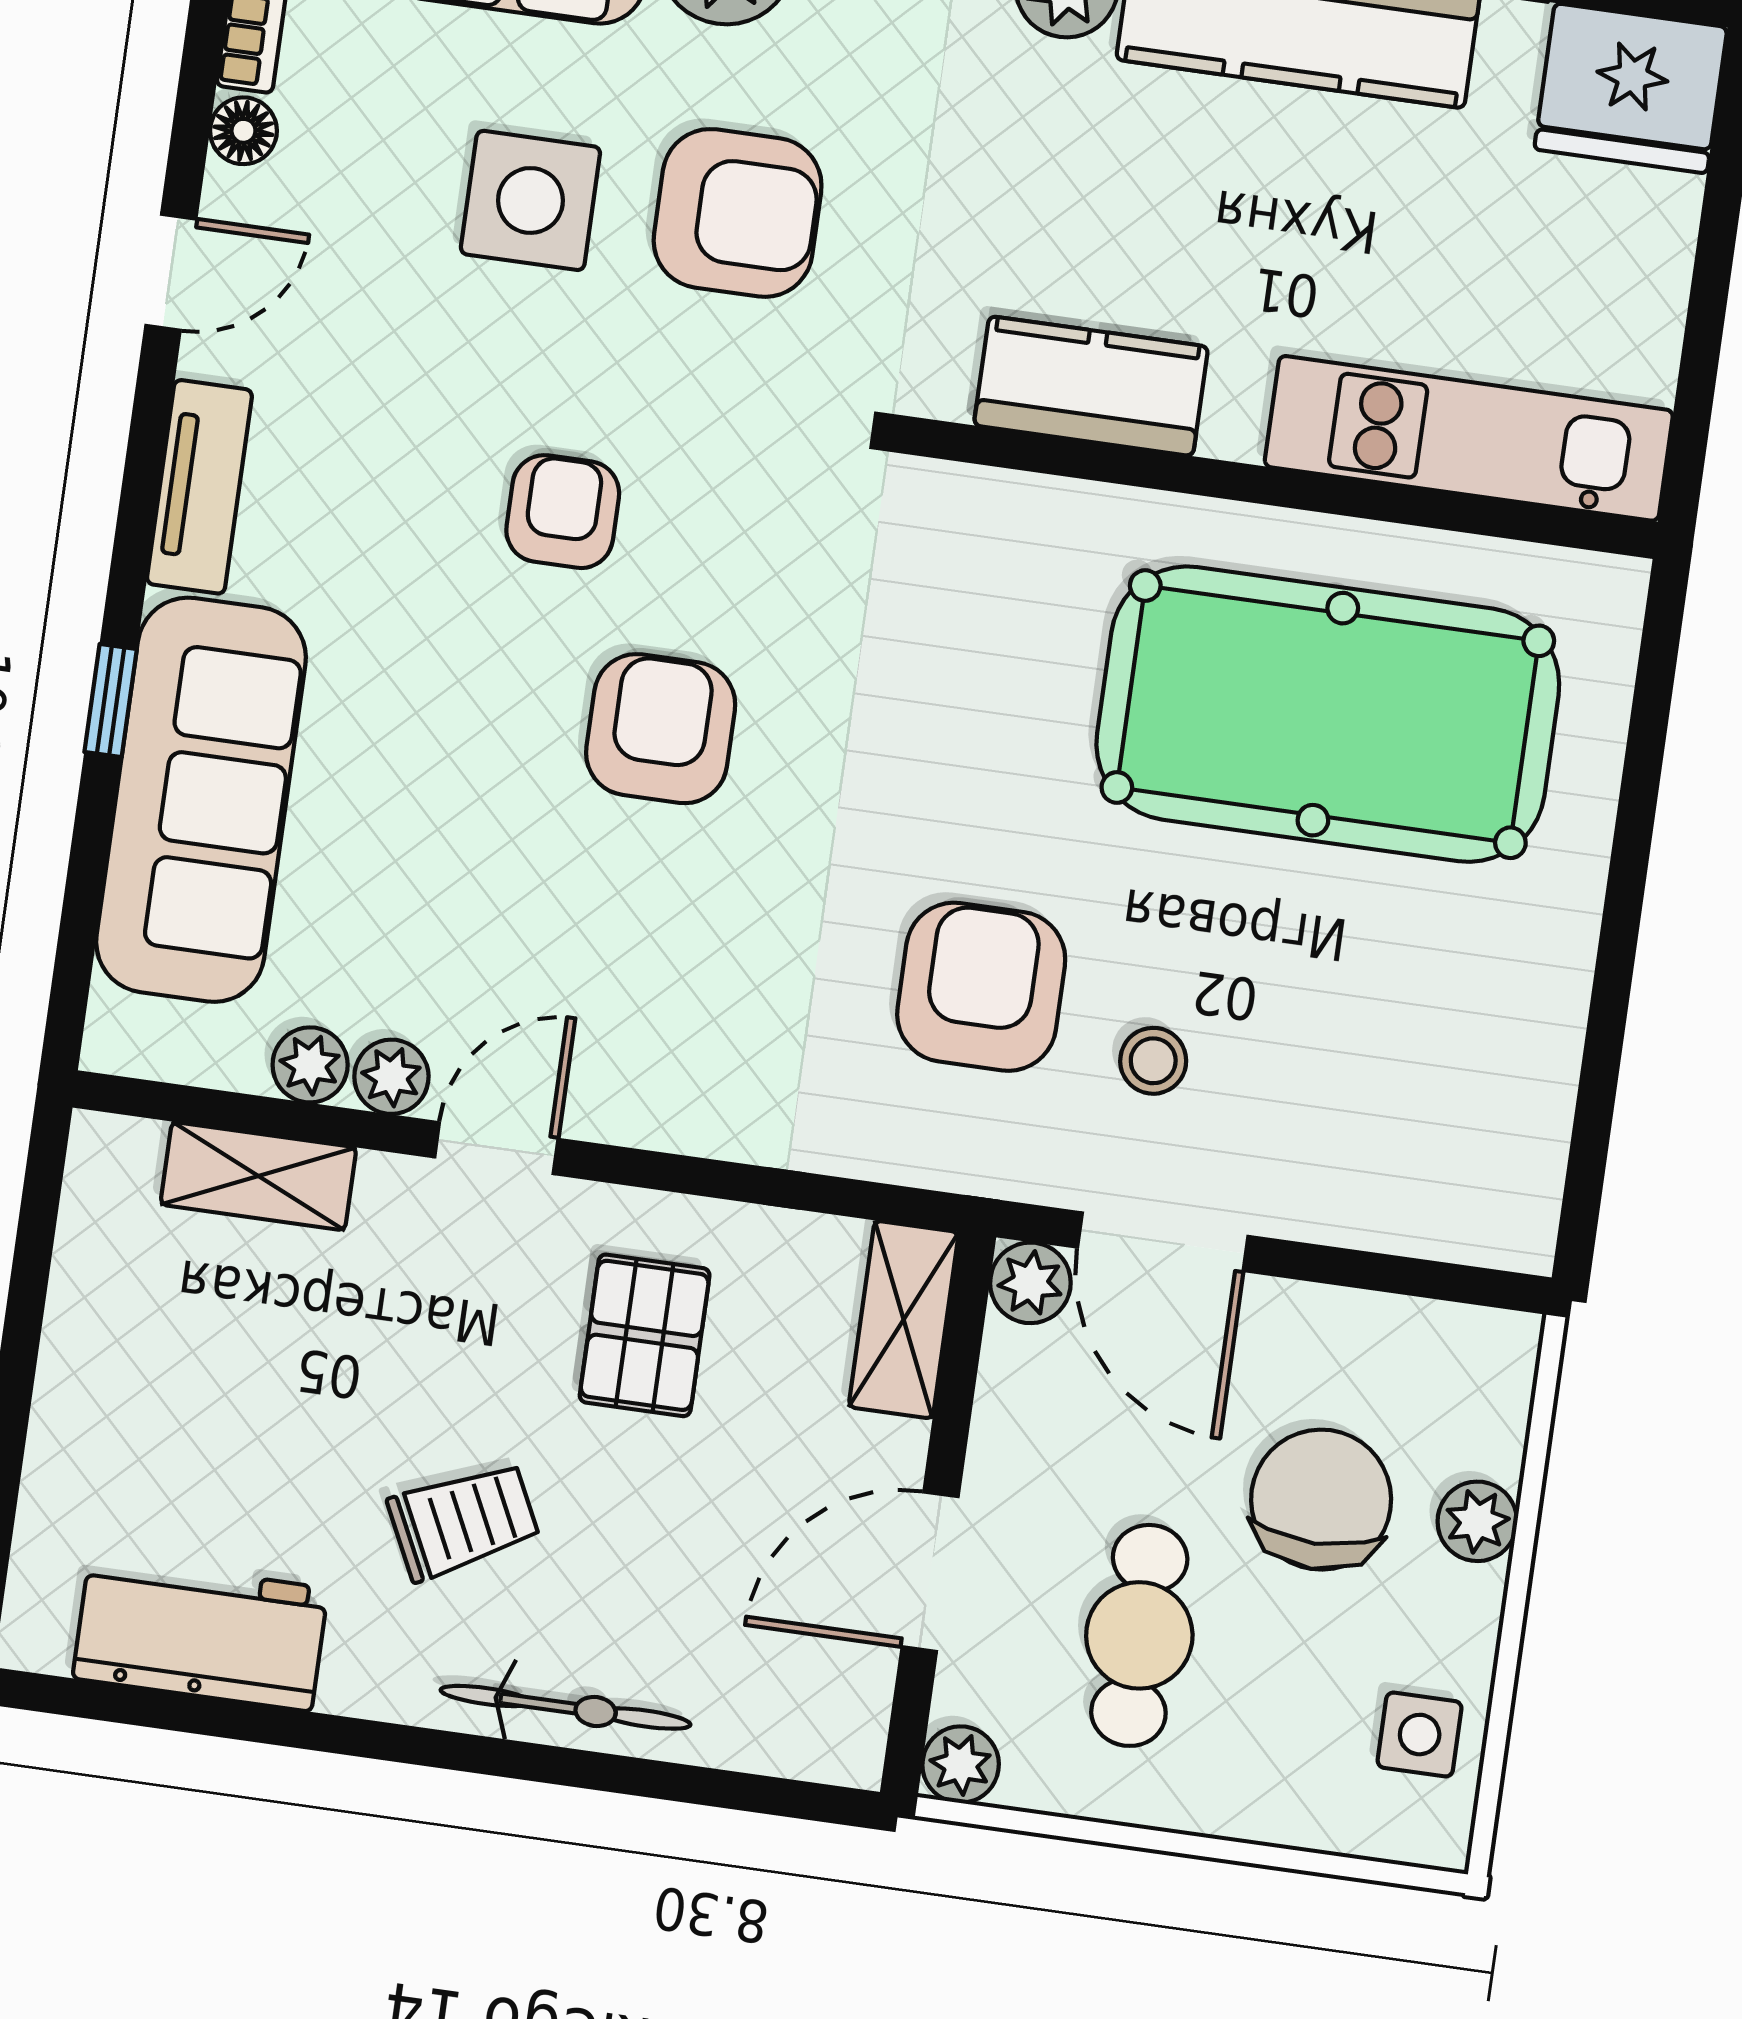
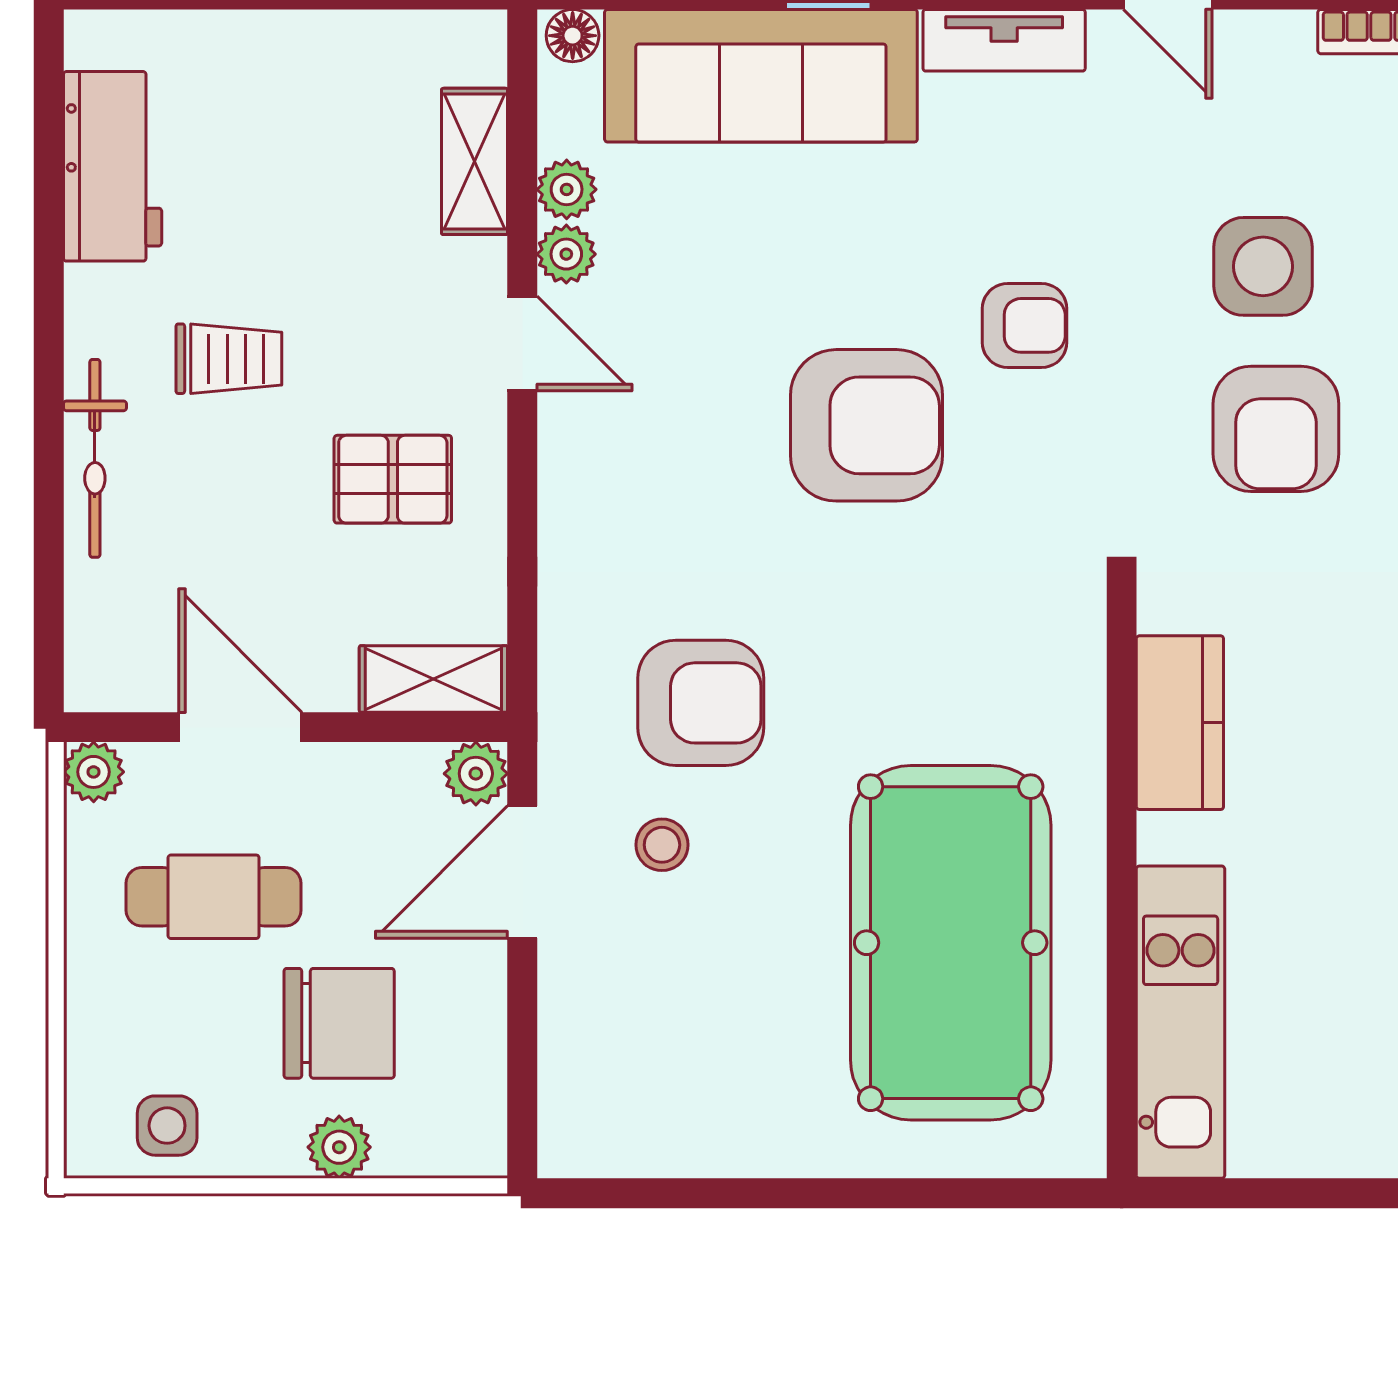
floor lamp: (243, 131) -> (573, 36), moved
armchair: (661, 729) -> (866, 425), width x1.36, depth x1.36
trolley: (464, 1521) -> (229, 359), turned -64

